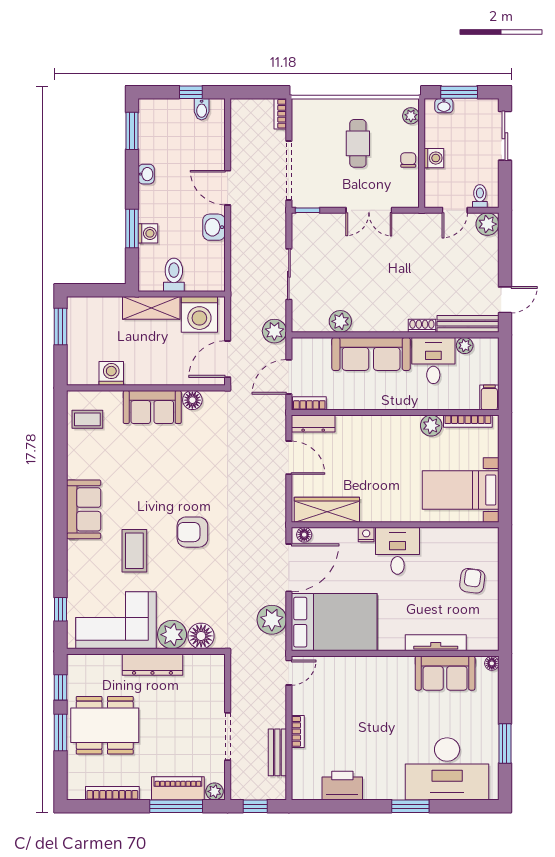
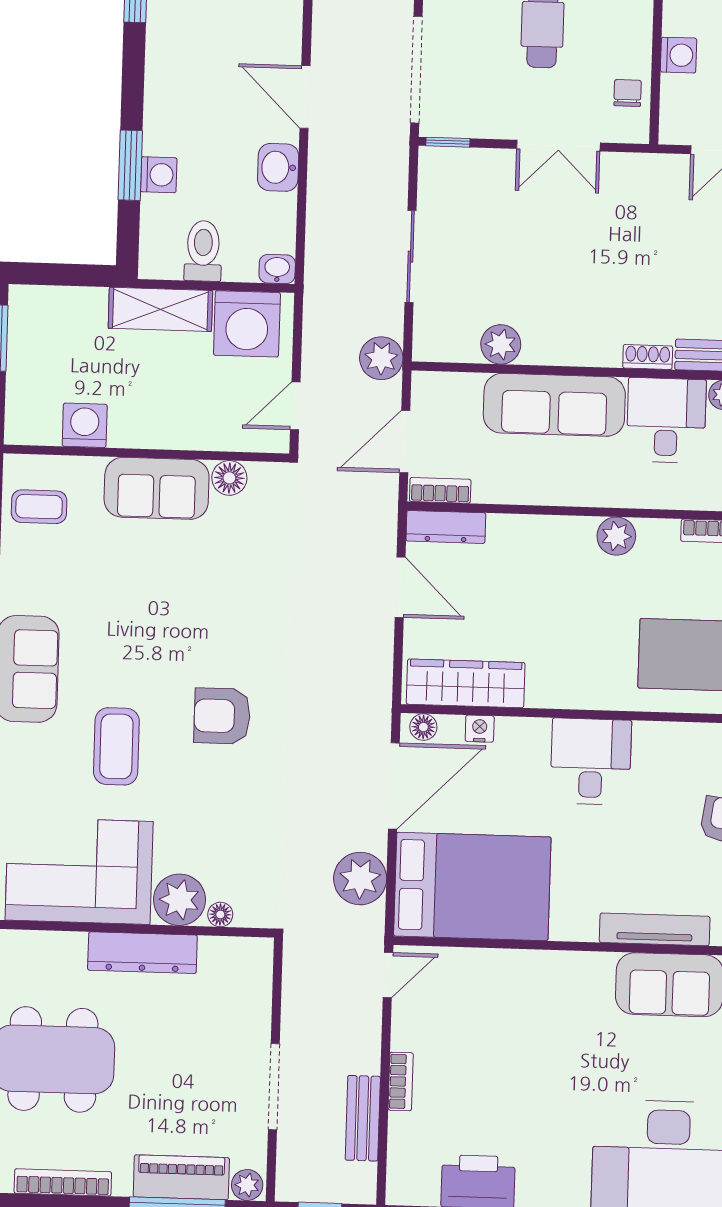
chair: (408, 160) -> (628, 93), moved
washbasin: (146, 174) -> (277, 269), moved, turned -90
door: (228, 359) -> (295, 406), width x0.73
plant: (431, 426) -> (616, 536), moved
nightstand: (366, 535) -> (480, 729), moved
floor lamp: (201, 636) -> (220, 915), width x0.53, depth x0.53

